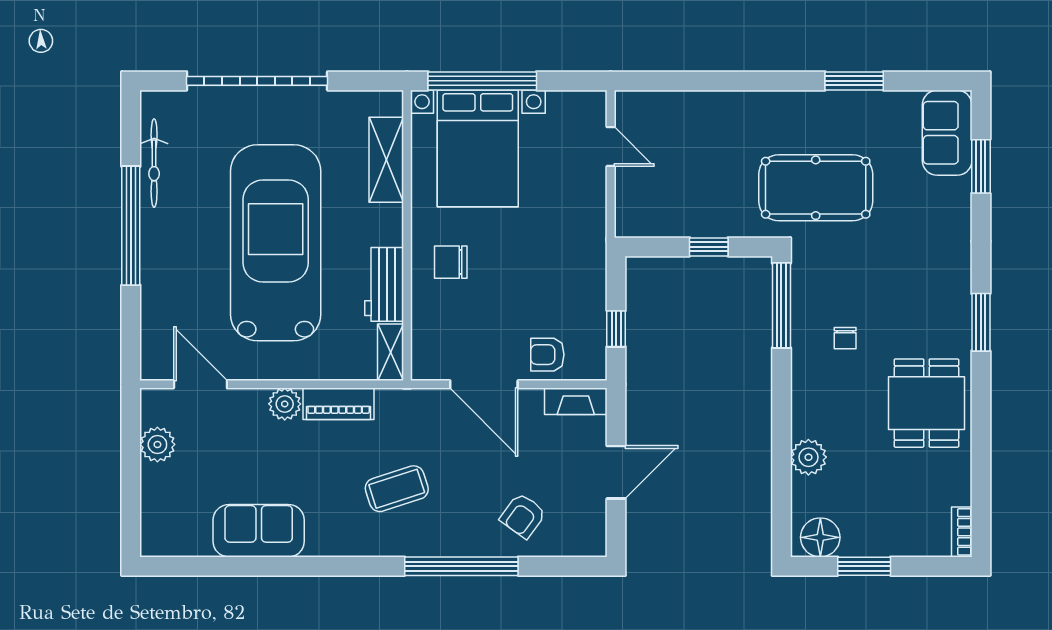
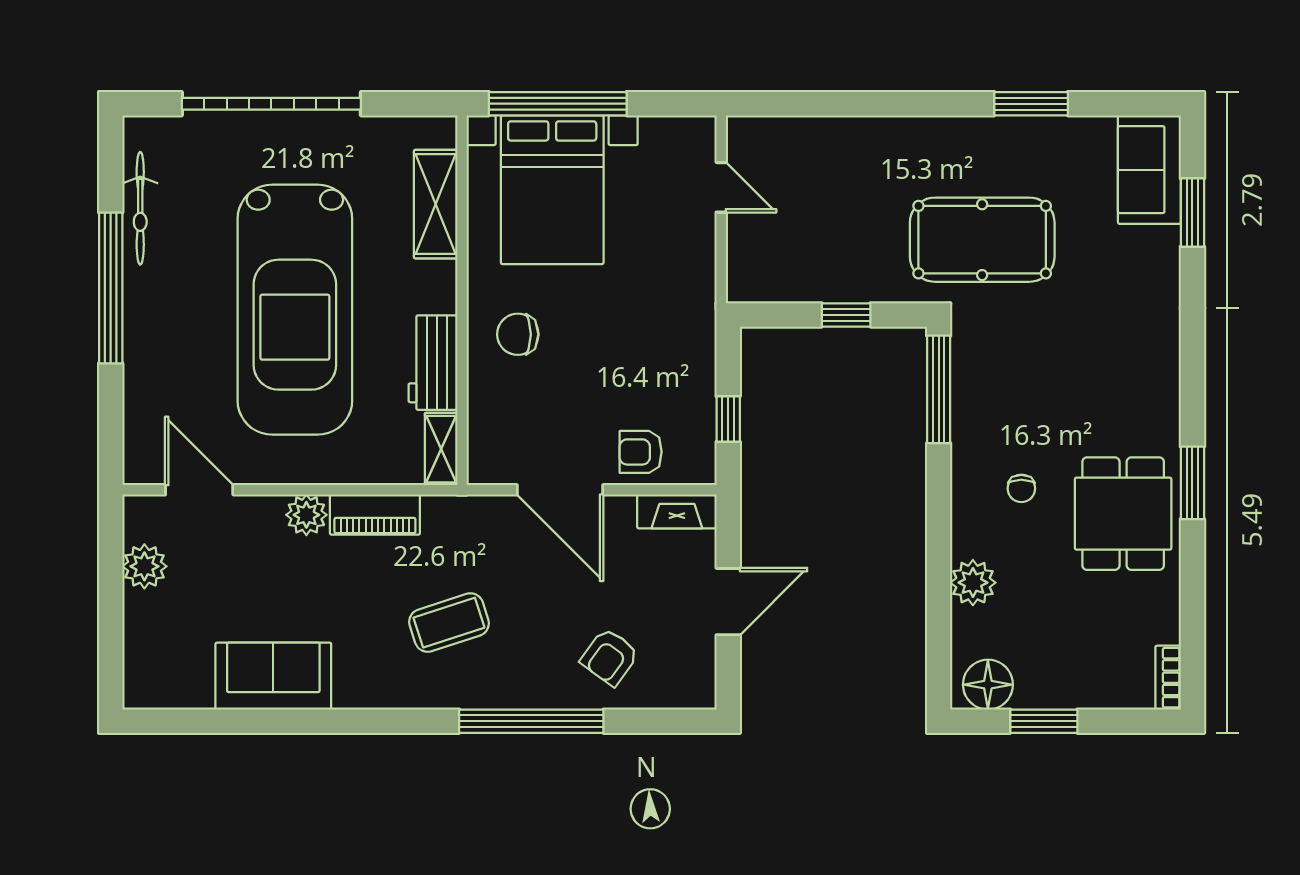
car: (276, 243) -> (295, 310), turned 180
window: (981, 322) -> (1192, 483), moved
chair: (845, 338) -> (1021, 488), moved

